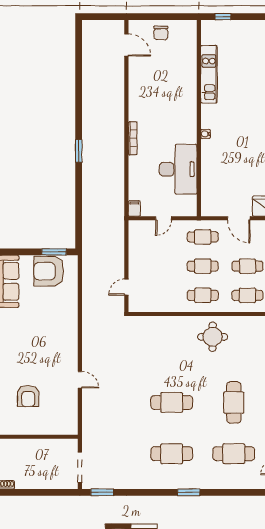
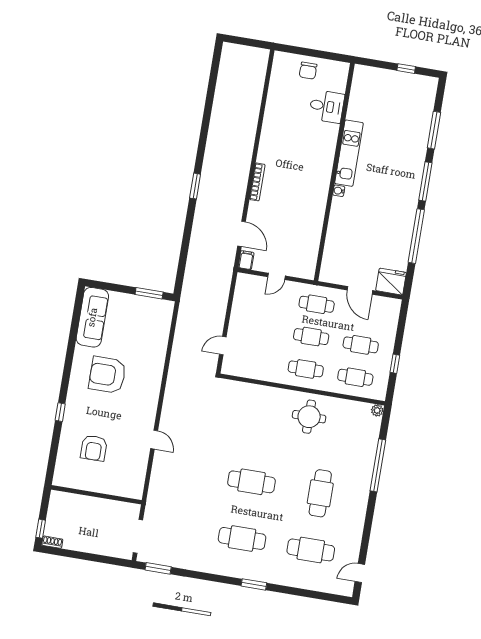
window: (223, 17) -> (406, 69), moved
door: (126, 45) -> (242, 234), moved
kitchen unit: (209, 74) -> (349, 153), moved
desk: (178, 169) -> (327, 106), moved, width x0.53, depth x0.77
armchair: (49, 271) -> (107, 375), moved

